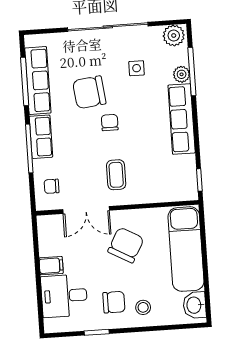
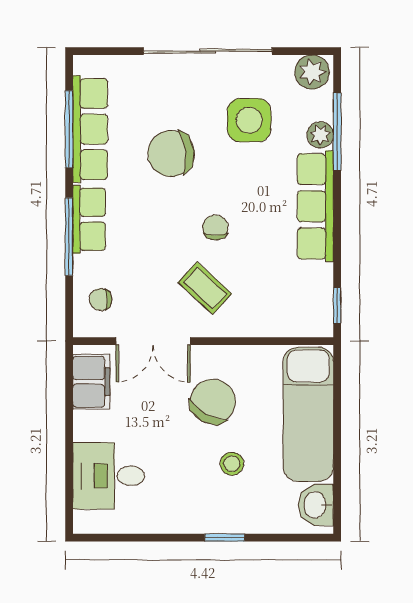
side table: (137, 68) -> (249, 120), width x1.87, depth x1.87
chair: (110, 123) -> (215, 228), moved
coffee table: (116, 175) -> (205, 288), turned -47
filing cabinet: (51, 266) -> (91, 382), moved, width x2.00
chair: (114, 302) -> (188, 491), removed
stool: (143, 307) -> (232, 464), moved
window: (97, 332) -> (225, 538), moved

